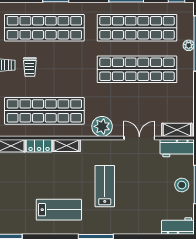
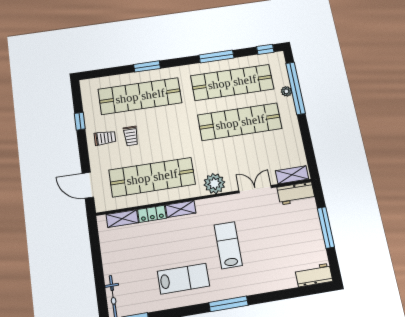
stool: (182, 185) -> (309, 231), removed

